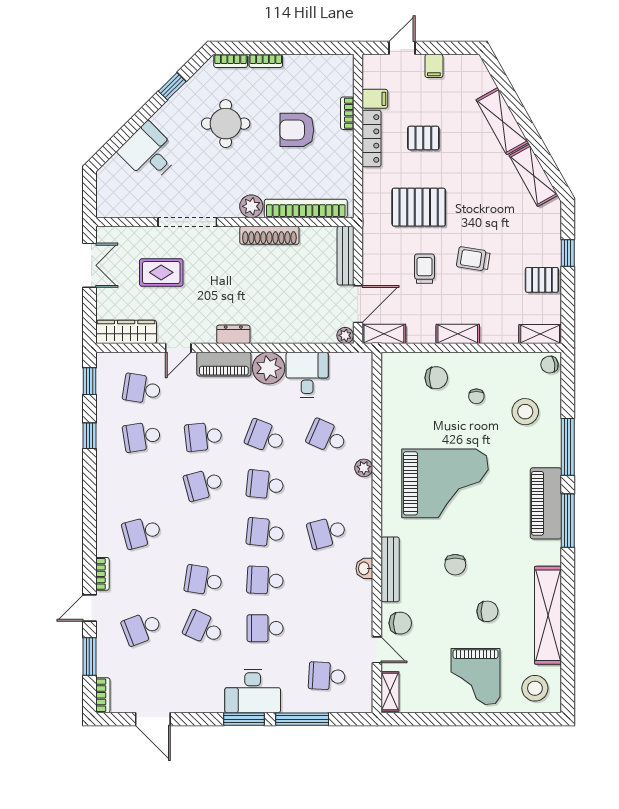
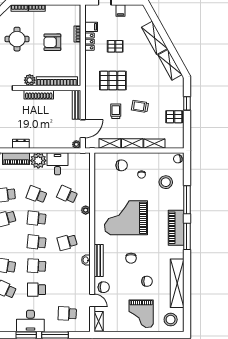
locker: (372, 138) -> (89, 42), width x0.66
shelving: (384, 334) -> (110, 144), moved
shelving: (540, 334) -> (154, 144), moved
grand piano: (445, 483) -> (126, 218), turned 180

